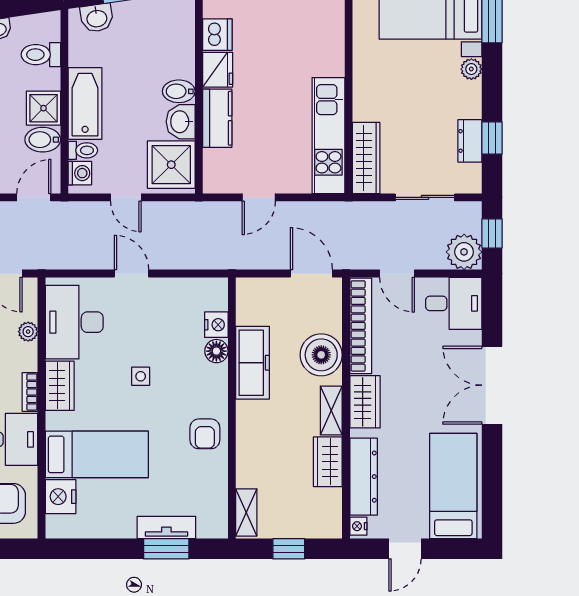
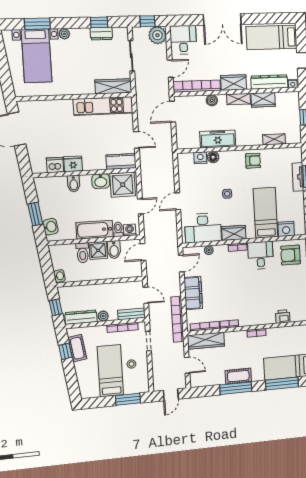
toilet: (41, 55) -> (83, 253), moved
bidet: (179, 91) -> (74, 184), moved
kitchen counter: (217, 118) -> (121, 162), moved
door: (34, 197) -> (143, 252), hinge flipped
boiler: (321, 355) -> (212, 100), width x0.54, depth x0.54
shelving: (246, 512) -> (274, 139), moved

